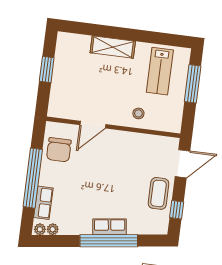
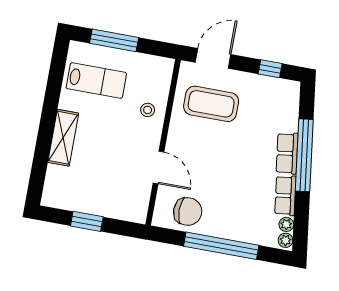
door: (182, 164) -> (213, 58), hinge flipped
coffee table: (159, 193) -> (211, 104), moved, width x1.36, depth x1.32
row of seats: (43, 203) -> (285, 196), moved, turned -98

